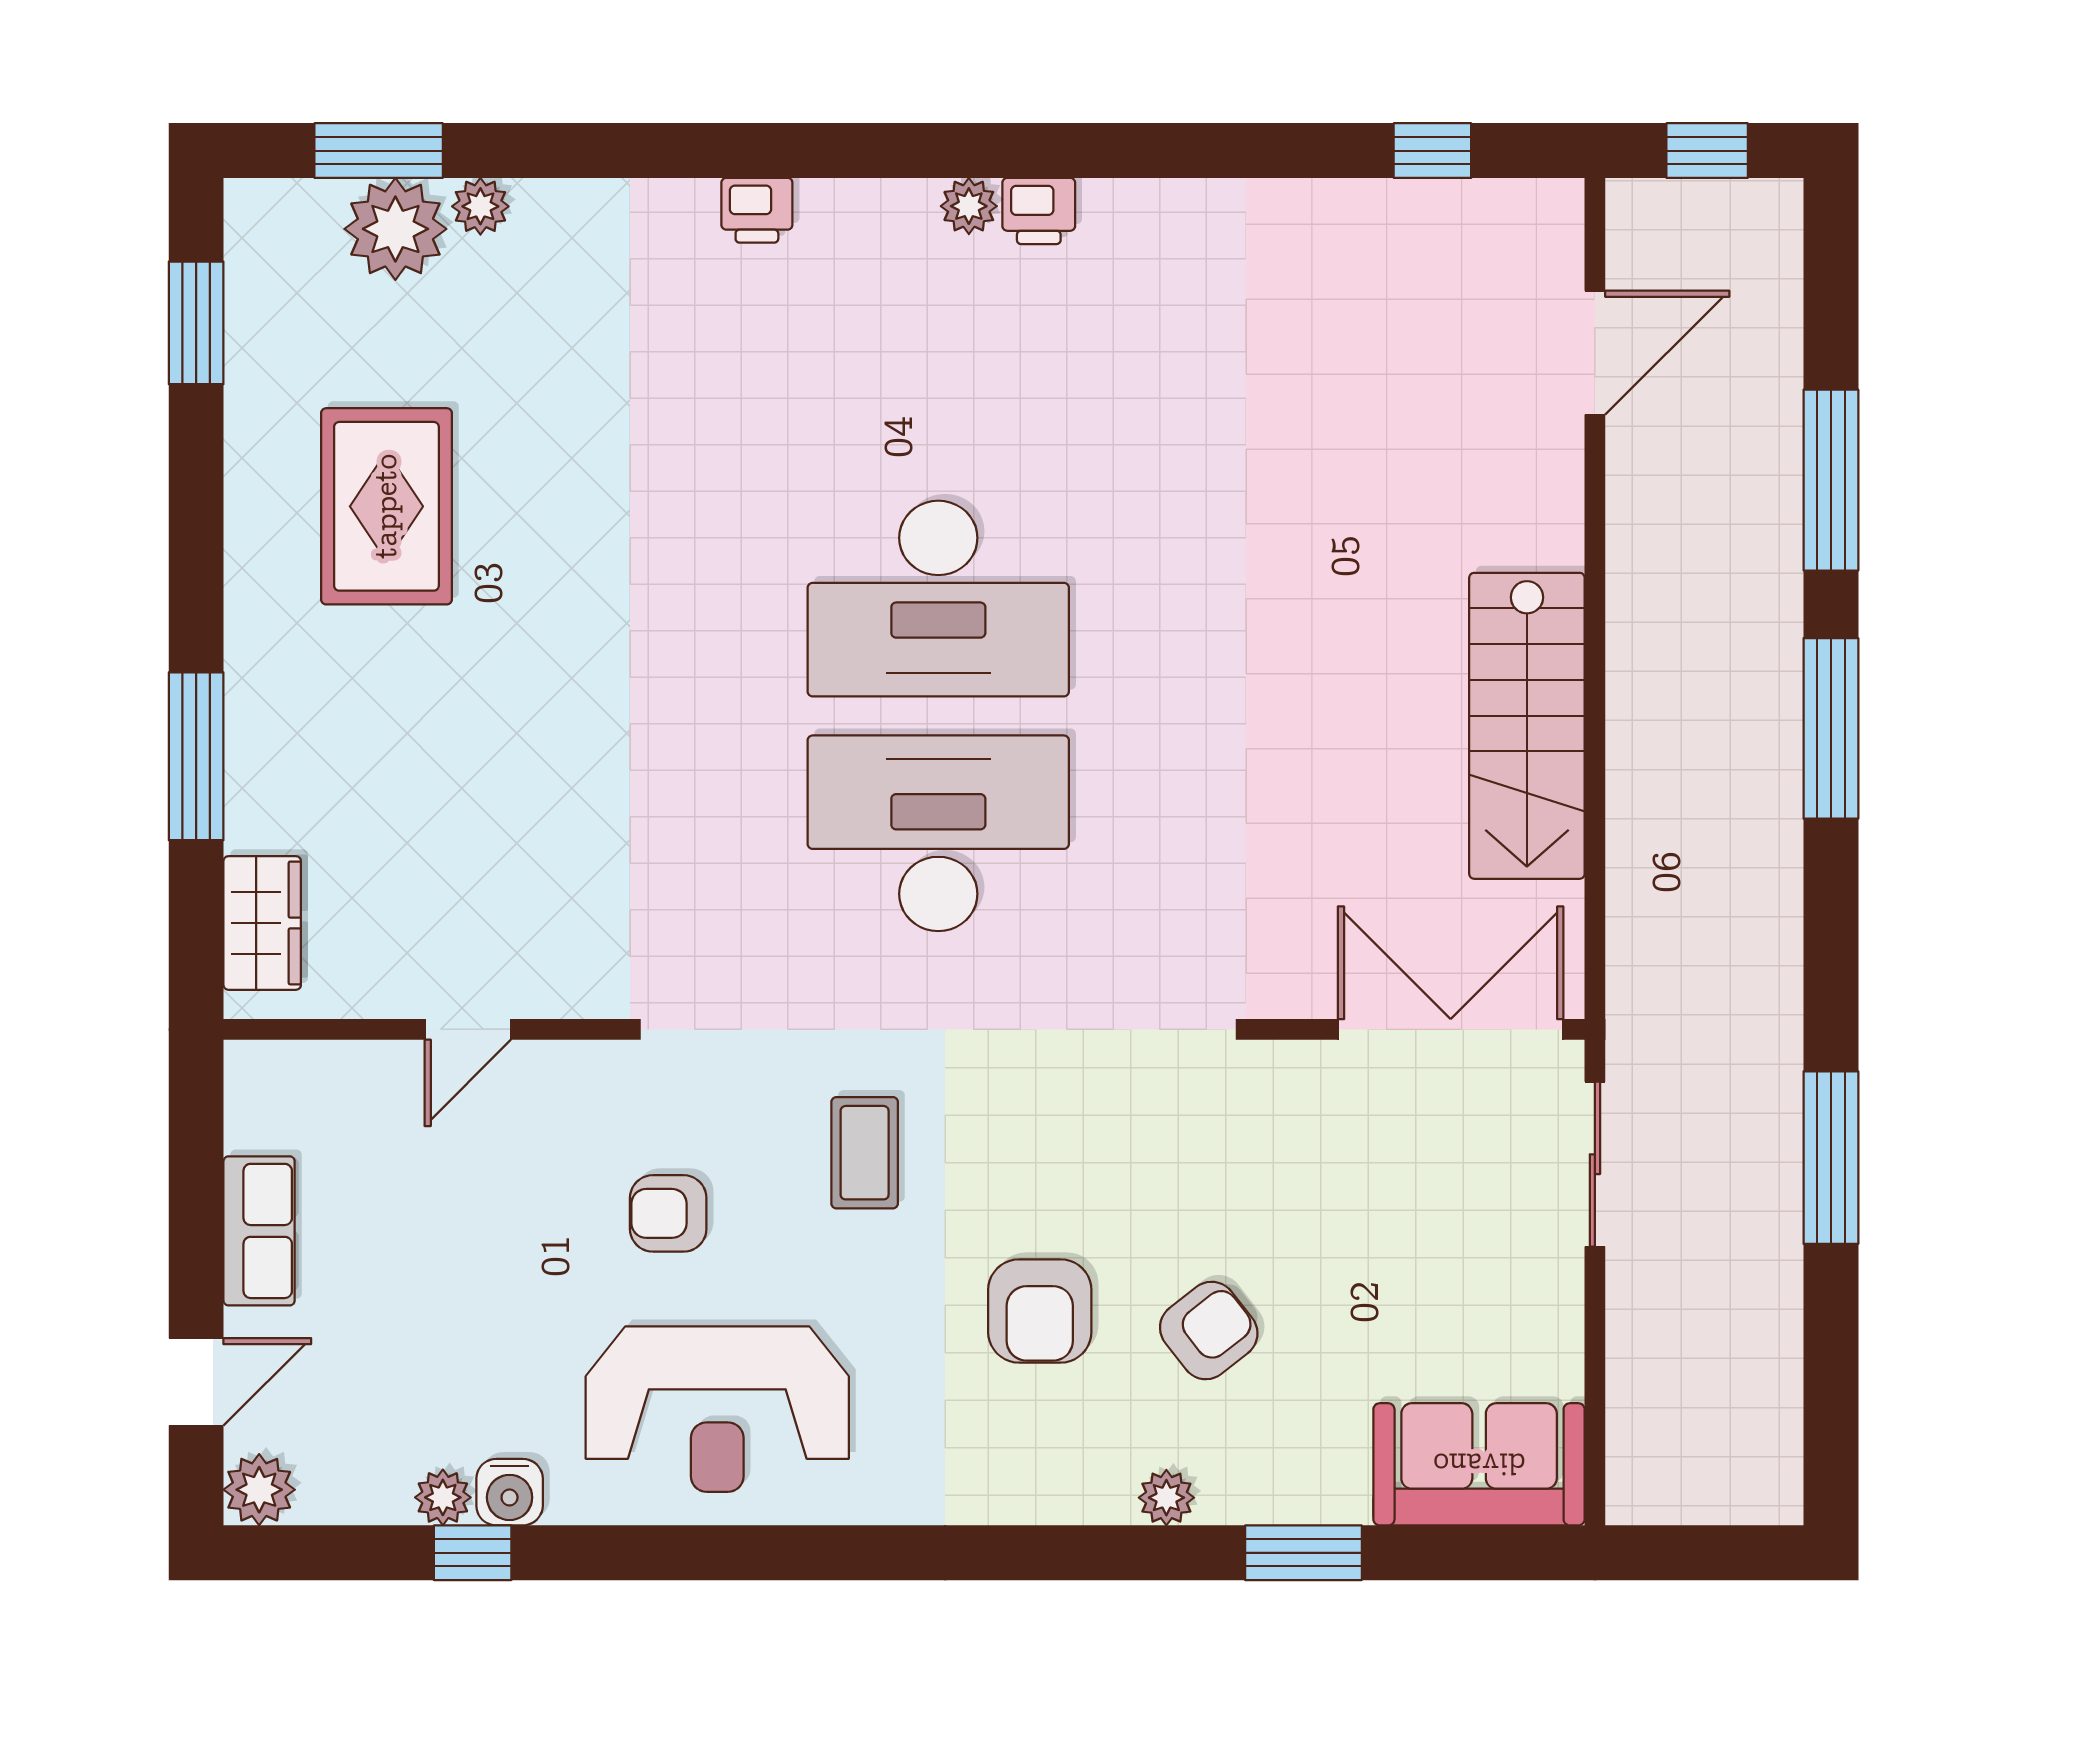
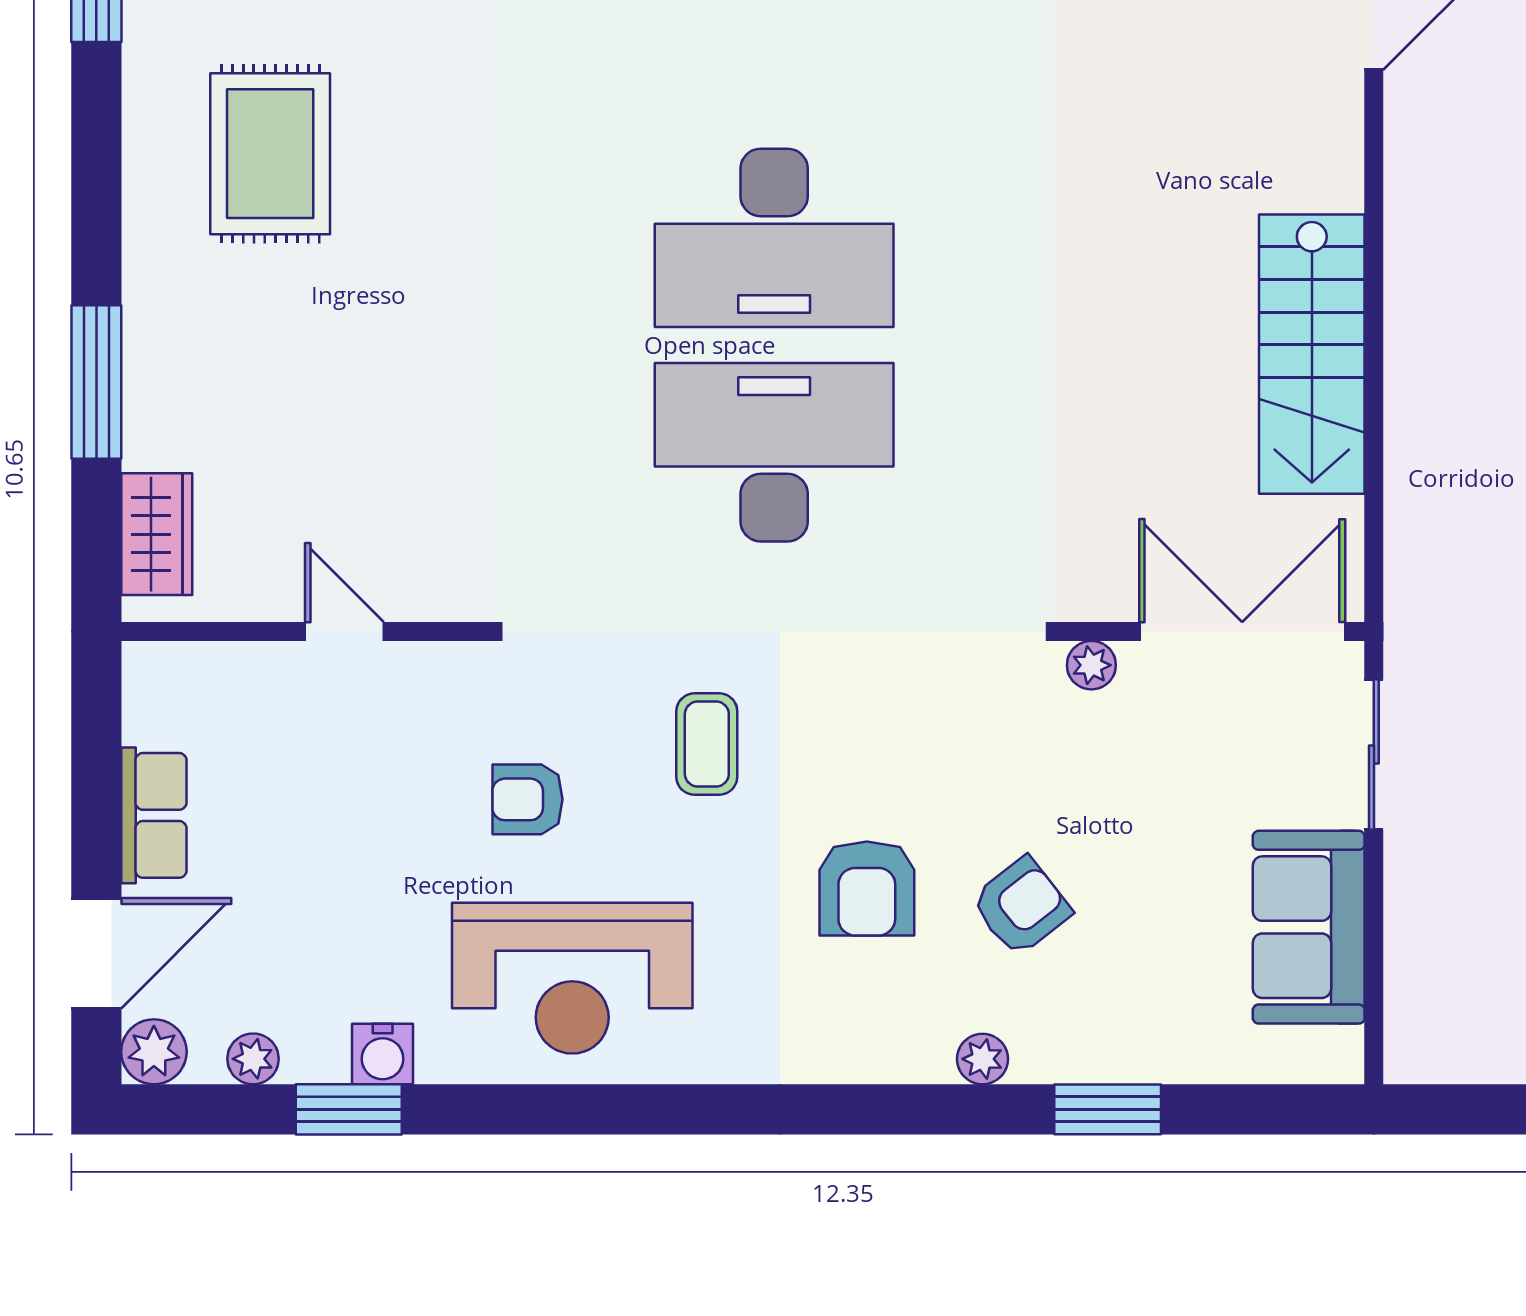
door: (468, 1029) -> (344, 631), swing flipped
plant: (1286, 1066) -> (1091, 665), added
door: (196, 1382) -> (96, 953), width x1.38
sofa: (1479, 1464) -> (1309, 927), moved, turned -90
plant: (443, 1497) -> (253, 1059), moved
window: (473, 1553) -> (349, 1109), width x1.50

